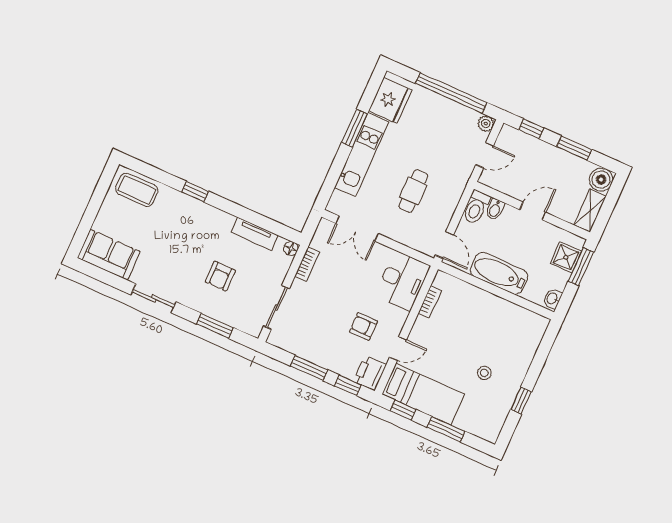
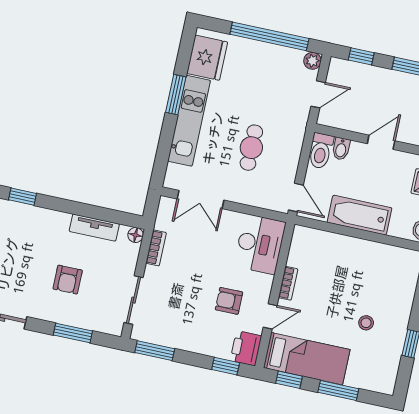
bookcase: (430, 302) -> (288, 283), moved
window: (309, 368) -> (155, 351), moved

